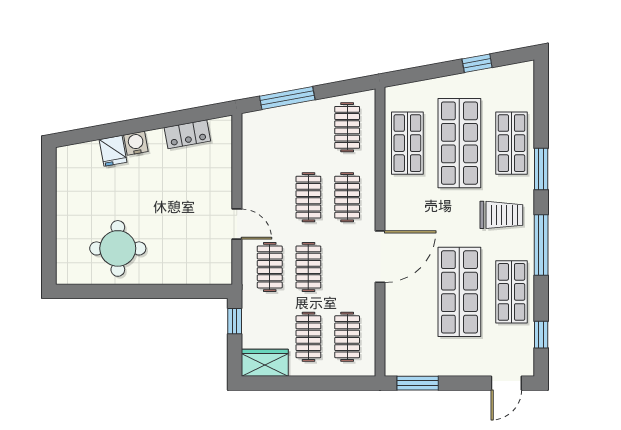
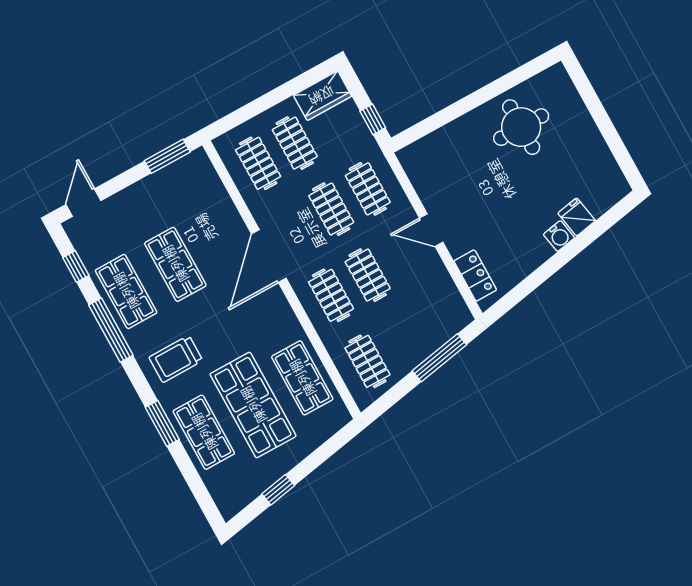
locker: (187, 134) -> (475, 275), moved, turned 100
door: (237, 224) -> (431, 230), moved
window: (541, 245) -> (111, 330), moved
shop shelf: (459, 292) -> (175, 264), width x0.70, depth x0.74

